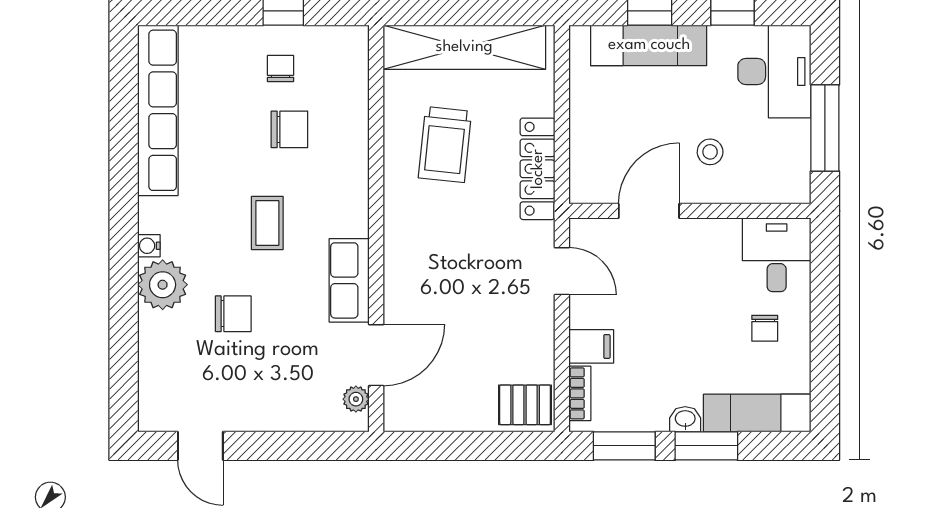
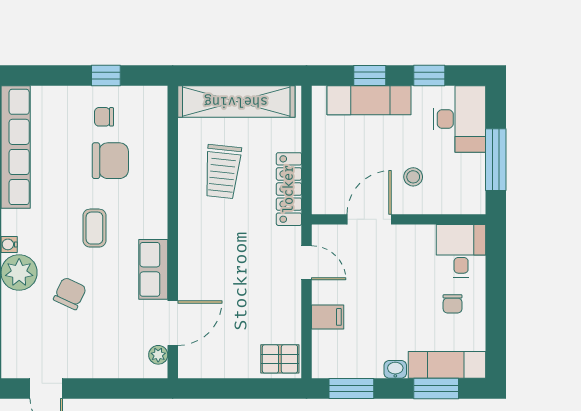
chair: (281, 68) -> (104, 117), turned -90
chair: (289, 129) -> (110, 161), width x1.37, depth x1.37
chair: (233, 314) -> (70, 293), turned -65
bookcase: (580, 393) -> (319, 351), removed
window: (706, 446) -> (436, 388), moved

